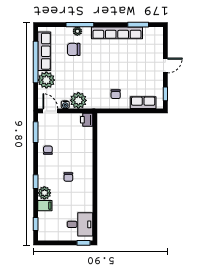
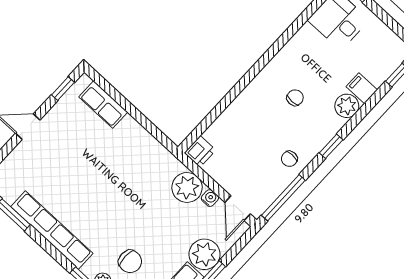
chair: (116, 94) -> (129, 150), removed
window: (36, 132) -> (283, 198), width x1.44
window: (36, 182) -> (331, 146), moved

